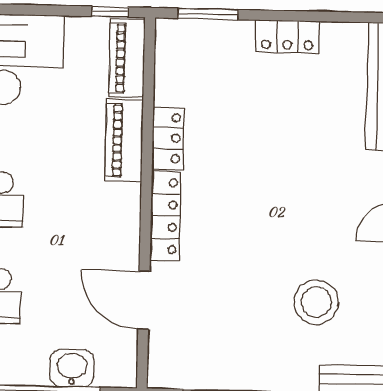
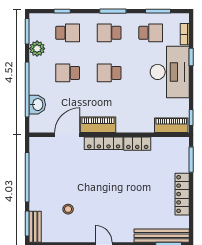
locker: (287, 37) -> (182, 194), width x1.53
piano: (124, 141) -> (98, 125), moved
stool: (316, 302) -> (68, 209), width x0.53, depth x0.53

